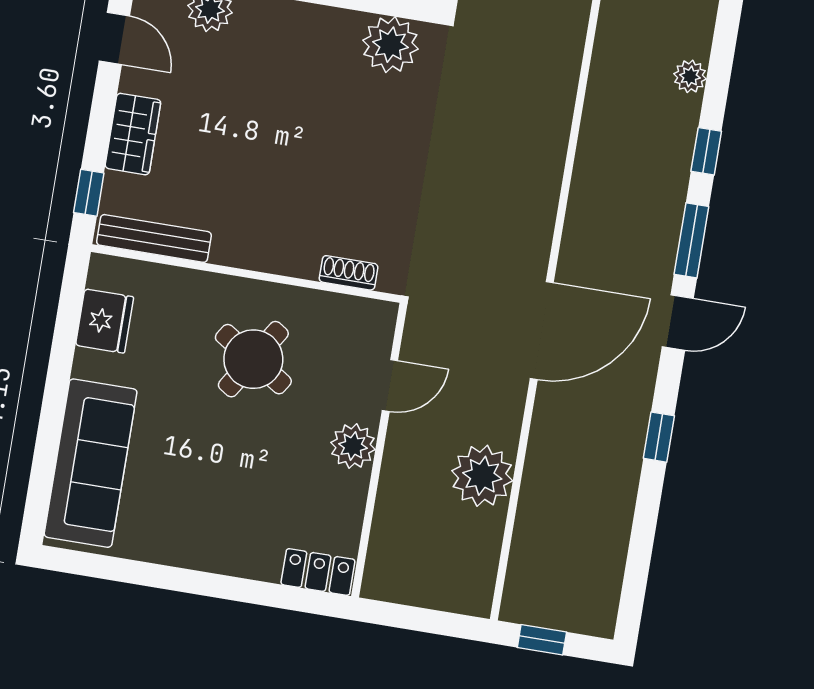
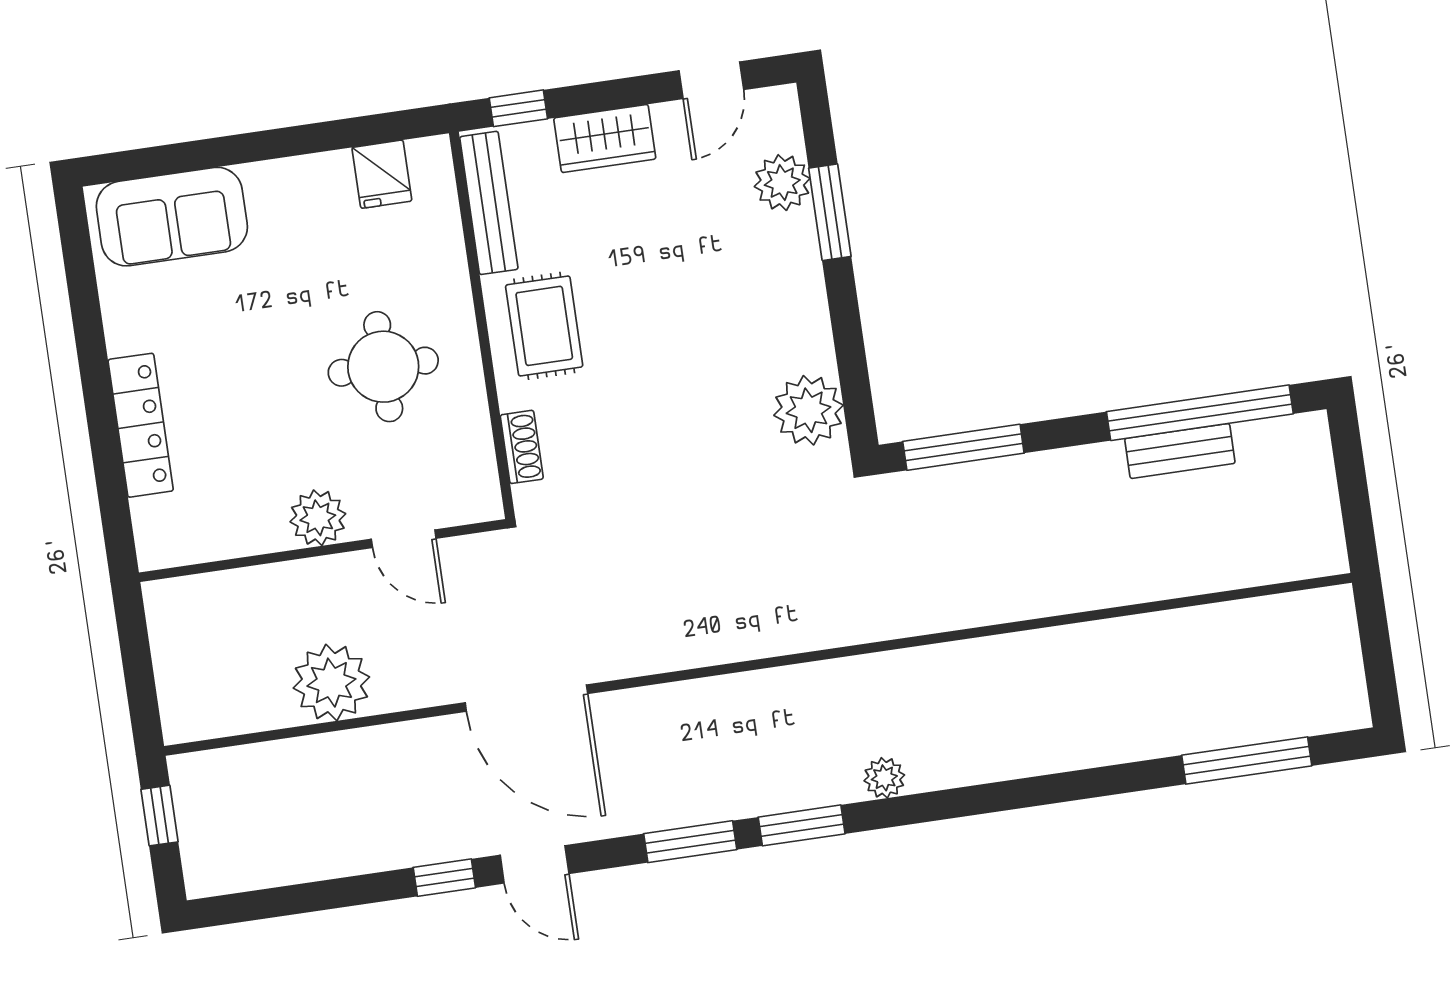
window: (706, 151) -> (802, 825), width x1.50
rug: (261, 226) -> (544, 326), added
fridge: (105, 321) -> (382, 174), width x0.72
door: (678, 323) -> (535, 864), moved
round table: (253, 359) -> (383, 367), turned -32
sofa: (91, 463) -> (172, 217), width x0.73
locker: (318, 572) -> (141, 425), moved, width x1.53

